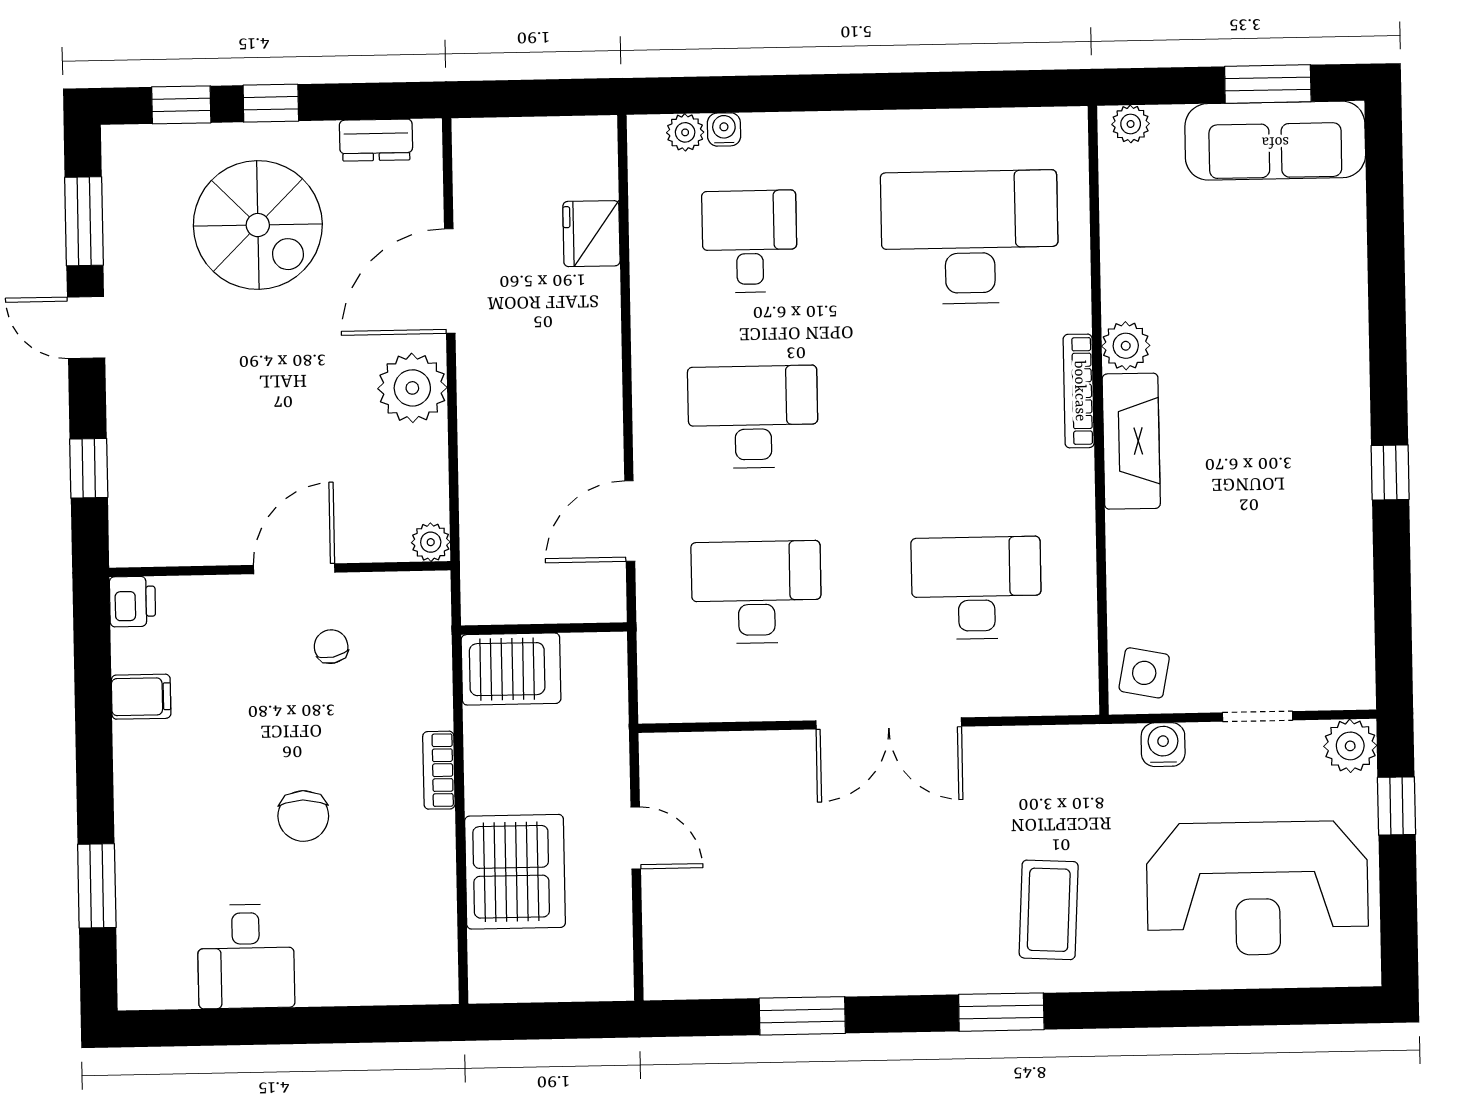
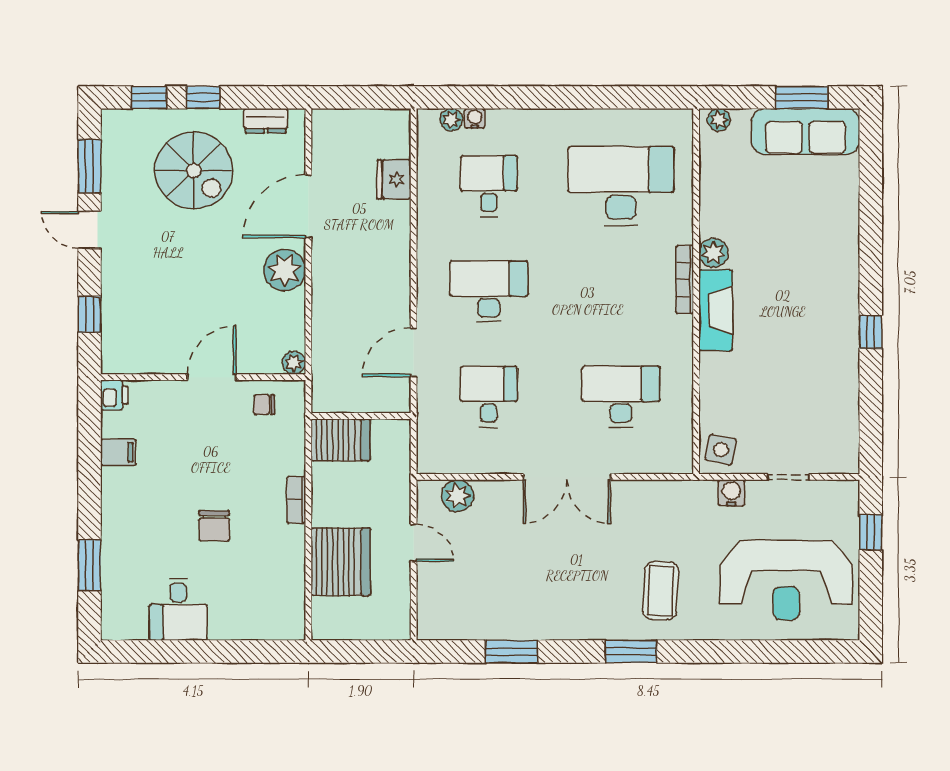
desk: (756, 592) -> (489, 397), width x0.73
chair: (331, 647) -> (264, 405), moved, turned -79
plant: (1350, 746) -> (457, 496), moved

